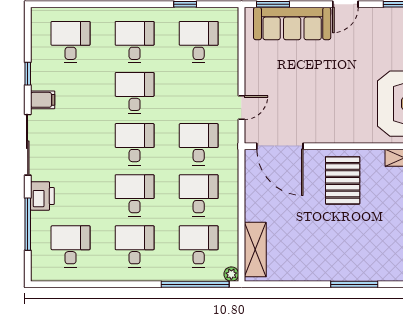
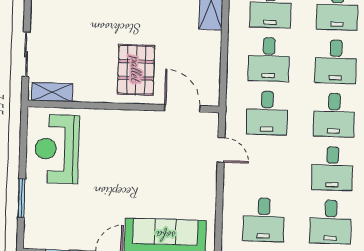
door: (241, 108) -> (221, 150), swing flipped
door: (280, 146) -> (182, 108), width x0.73
pallet: (343, 180) -> (136, 70), moved

